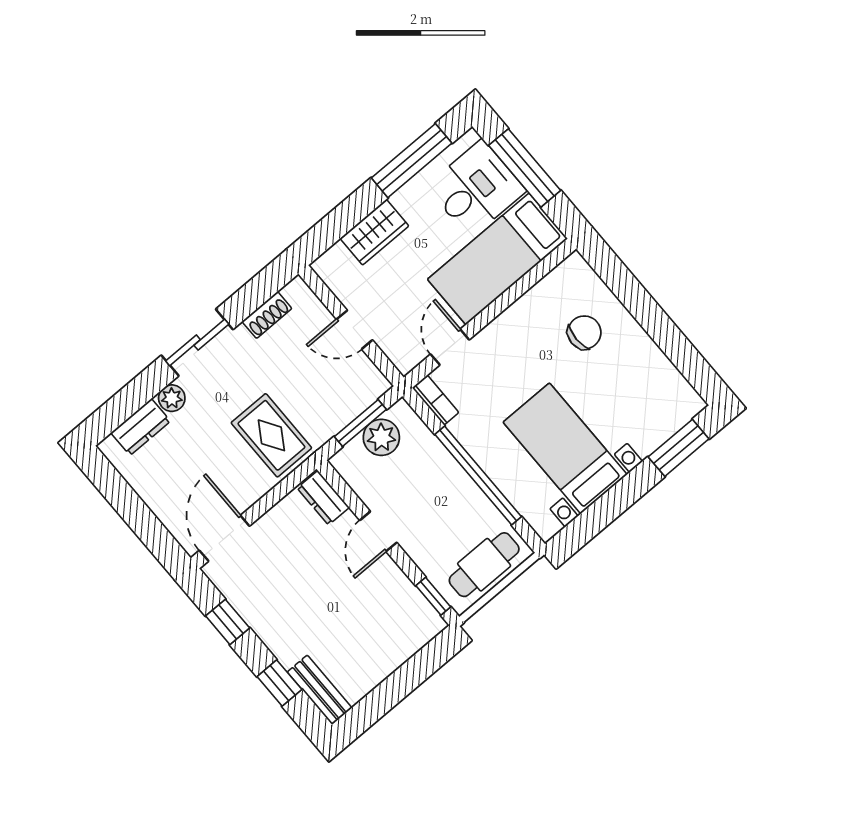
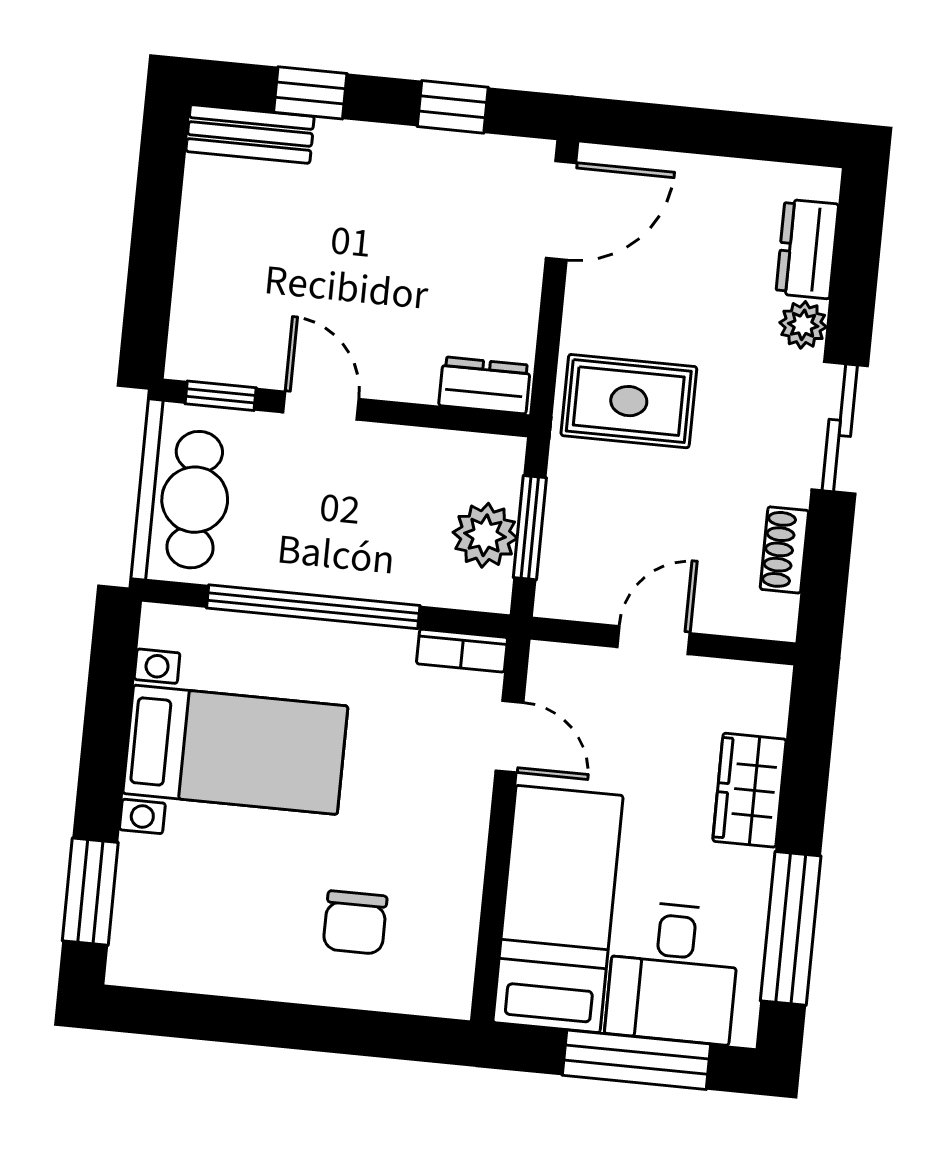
door: (378, 531) -> (321, 406), moved
door: (224, 538) -> (561, 210), hinge flipped

